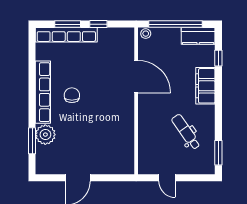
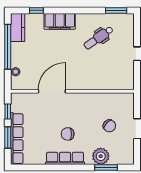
door: (136, 77) -> (52, 91), moved
row of seats: (43, 92) -> (65, 158), width x0.73
wall: (136, 101) -> (72, 91), moved
chair: (82, 145) -> (109, 126), added

